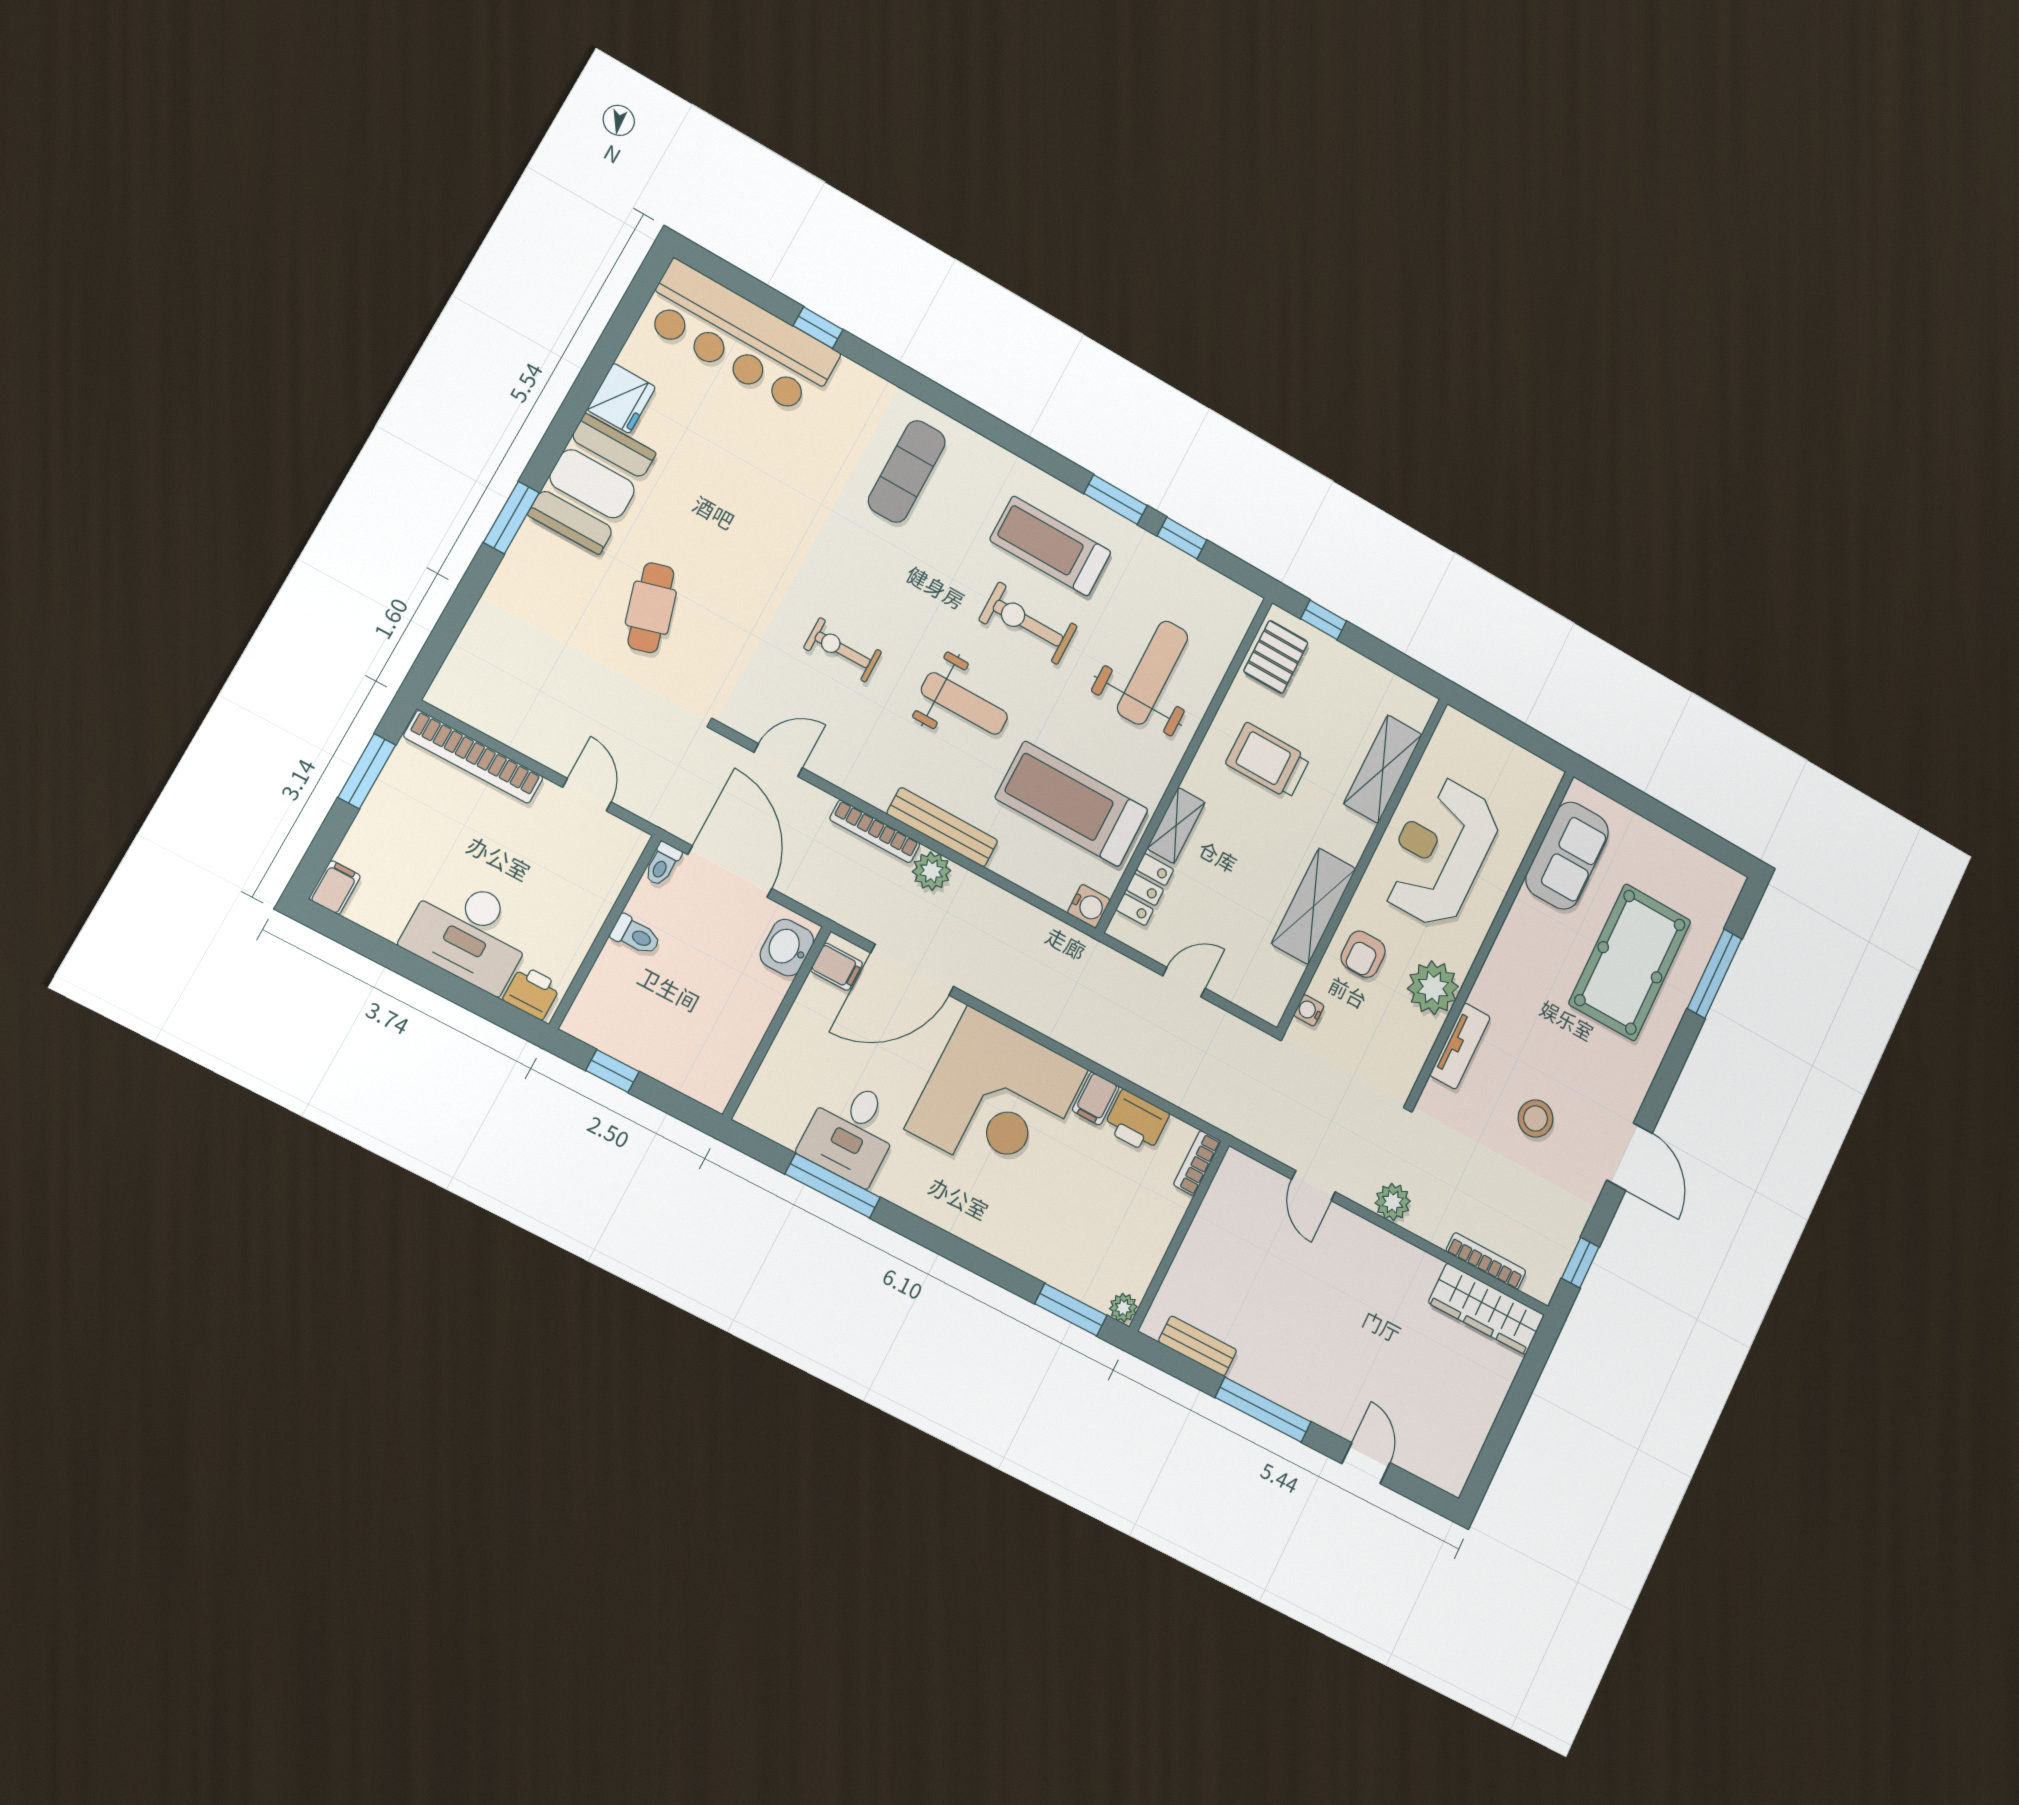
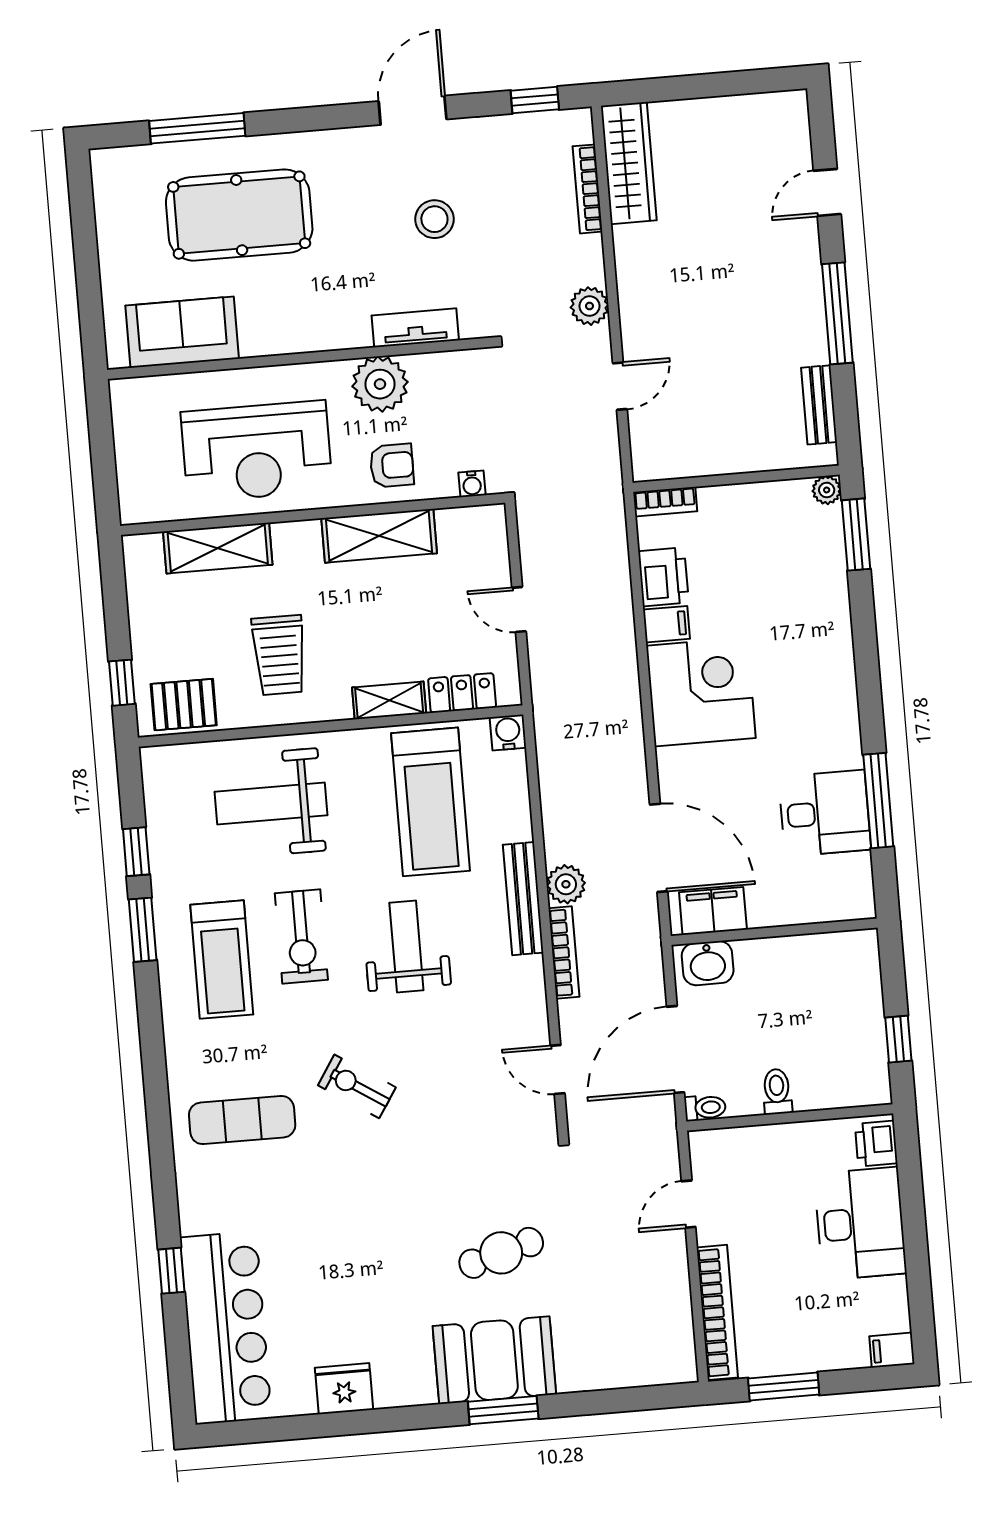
booth: (592, 484) -> (494, 1360), moved
exercise bike: (843, 650) -> (357, 1086), moved, turned 123
filing cabinet: (837, 967) -> (713, 911), width x2.00
corner desk: (997, 1099) -> (701, 692), width x0.74, depth x0.74

